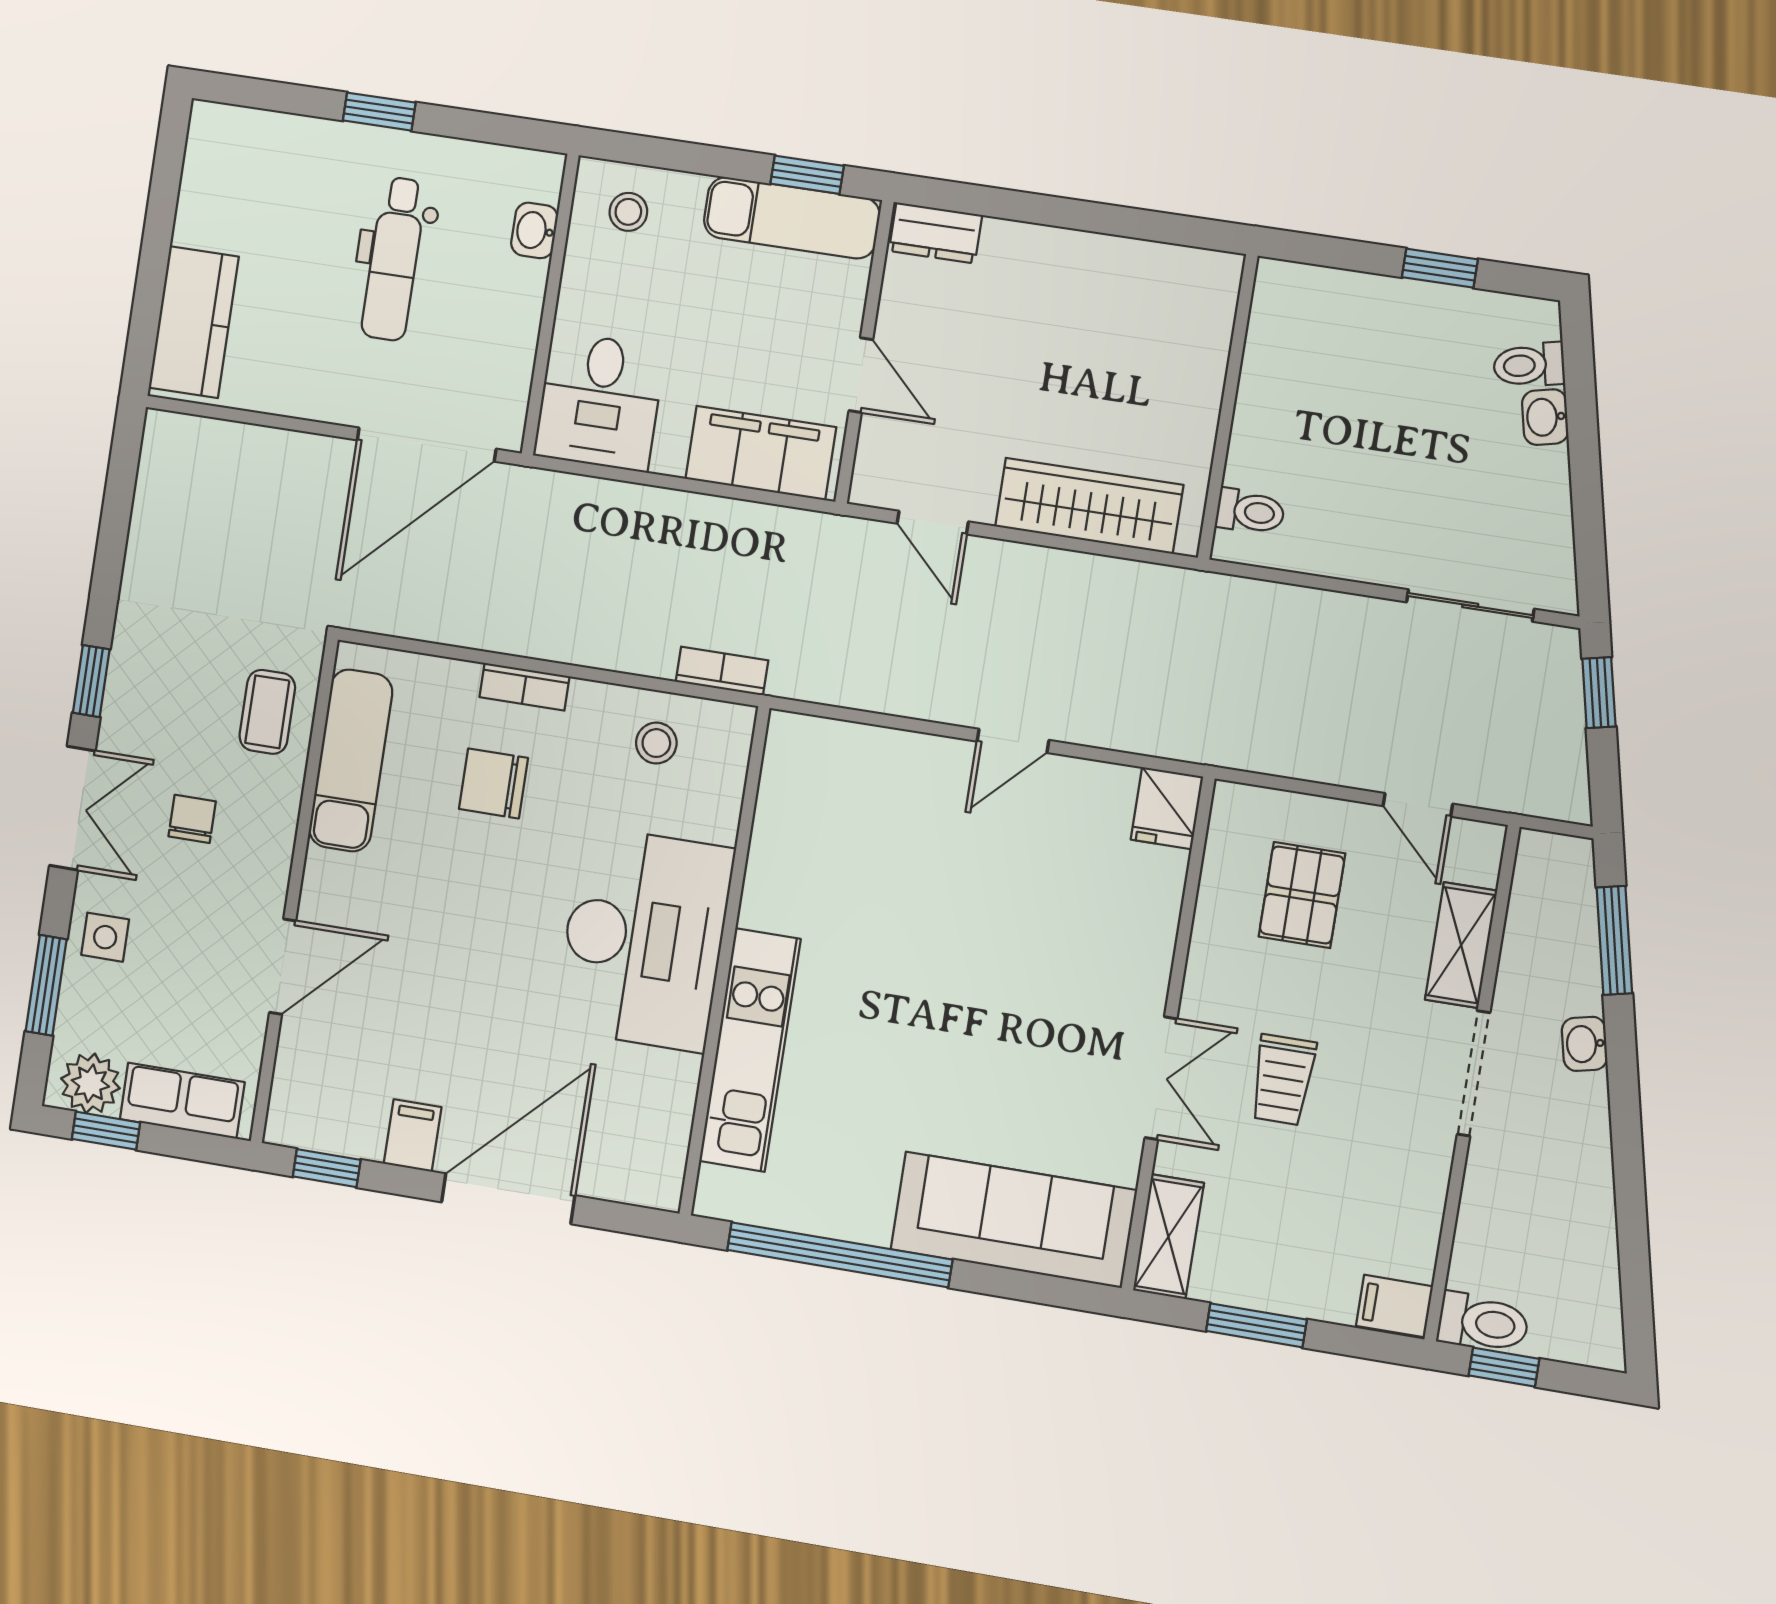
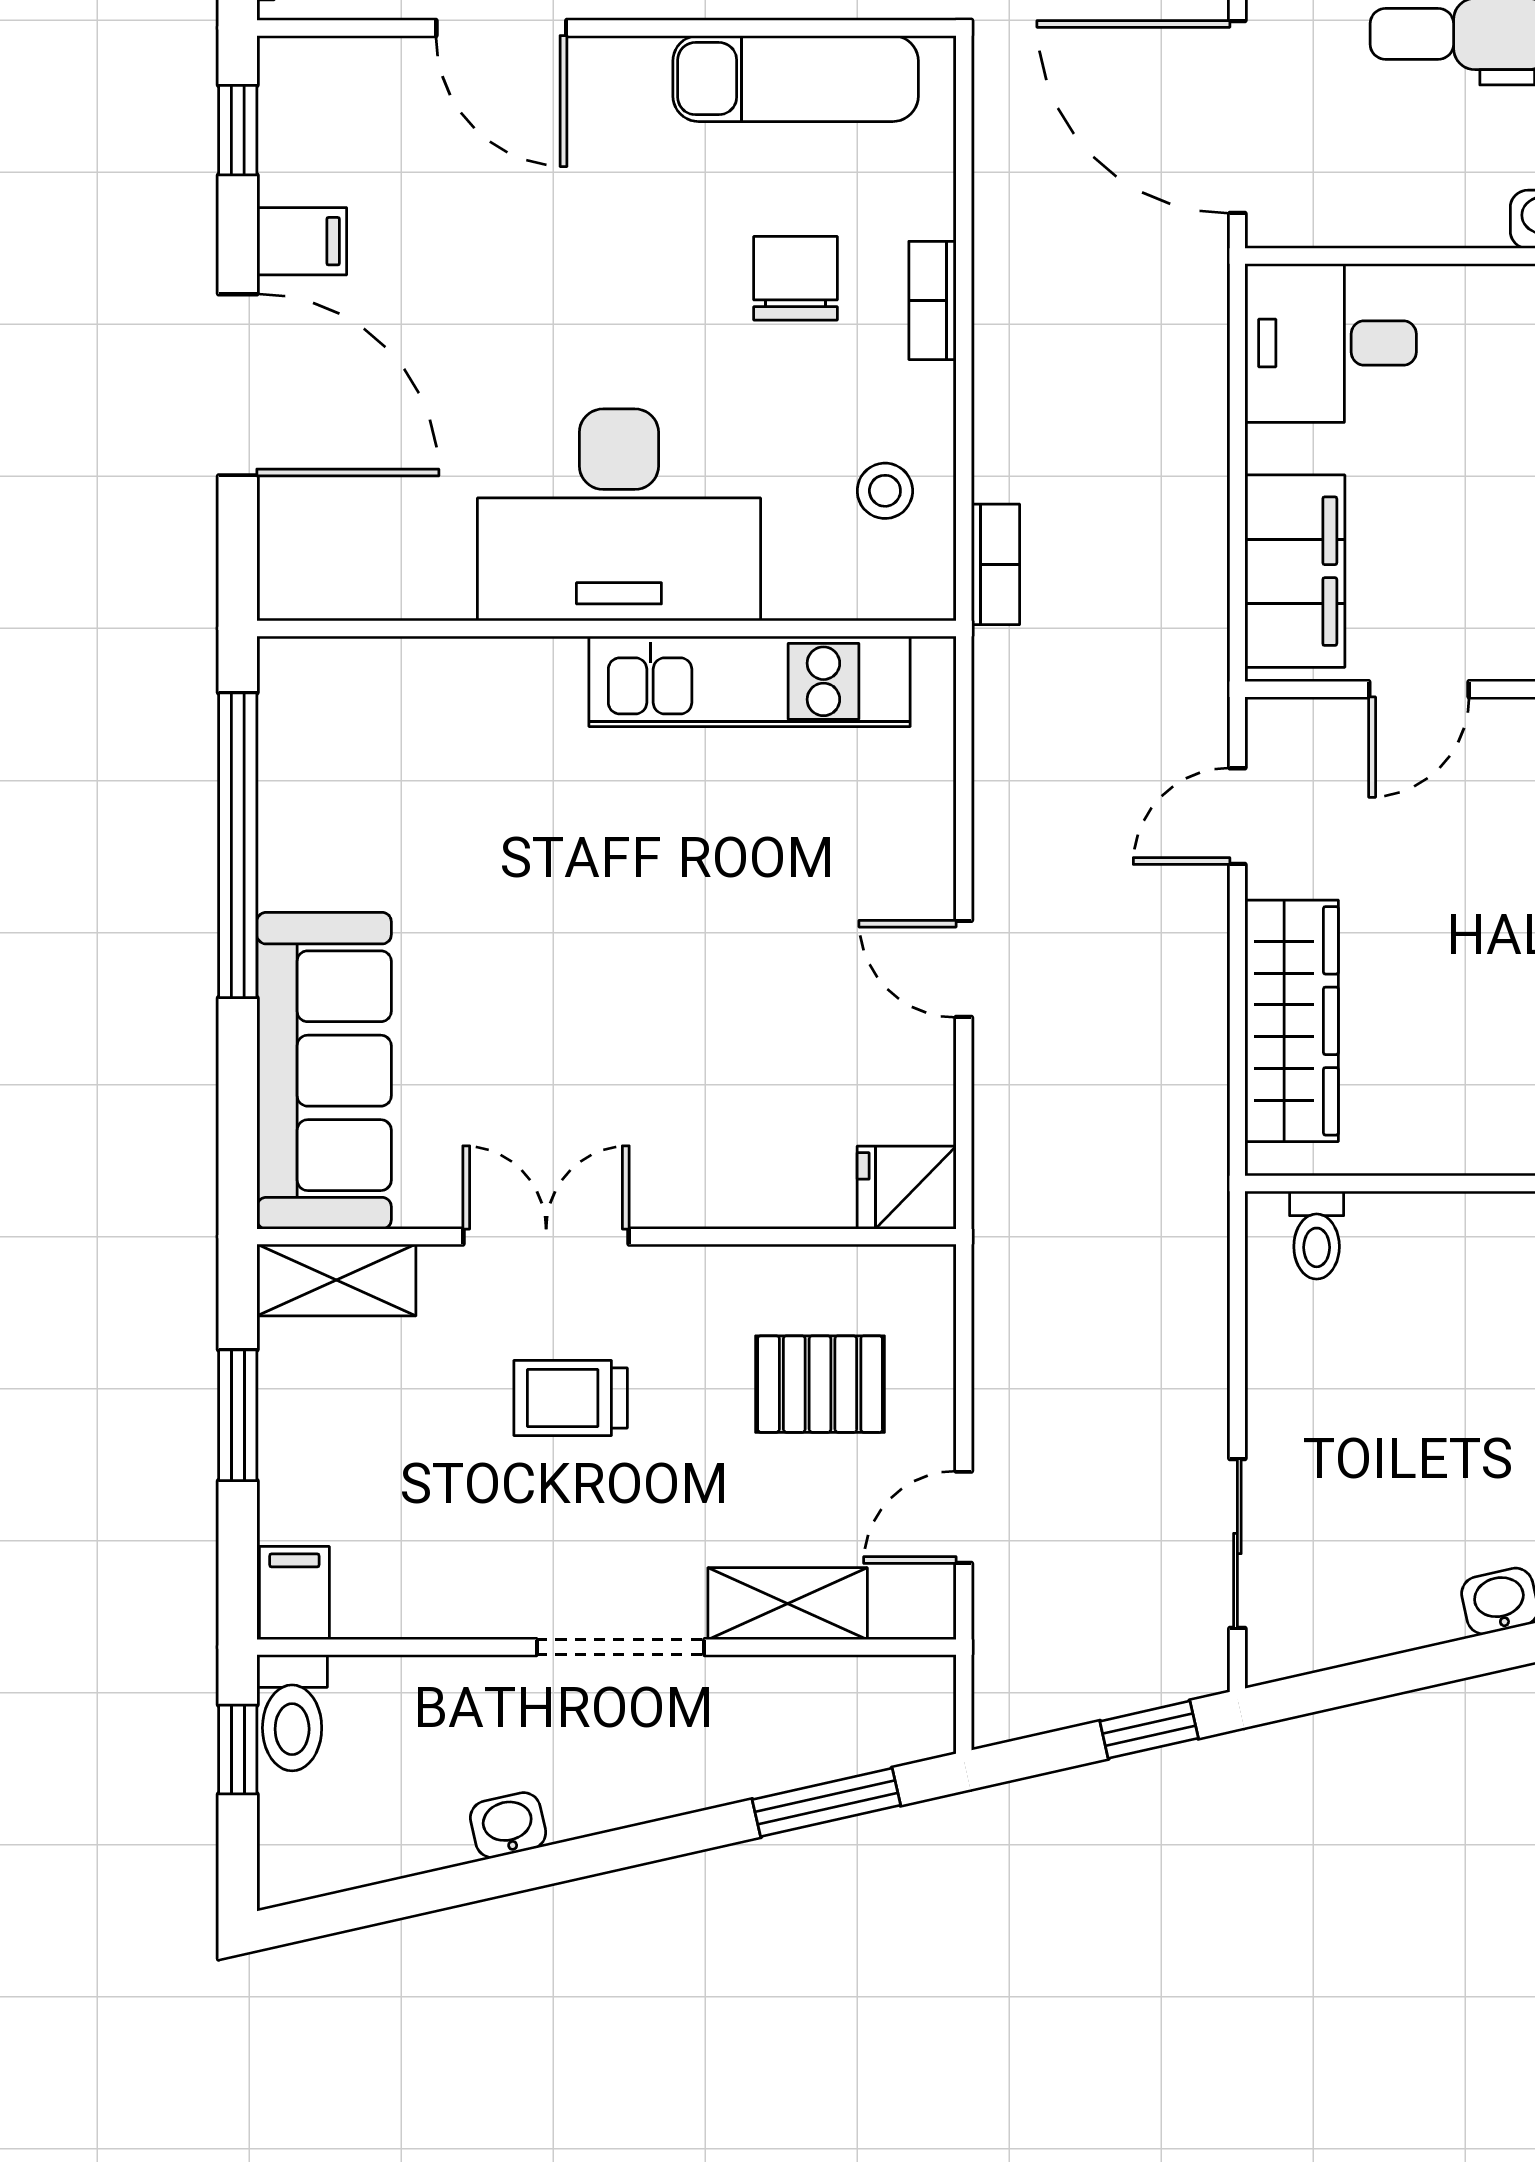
washbasin: (1585, 1044) -> (508, 1825), moved
kitchen unit: (750, 1050) -> (750, 681), moved
double door: (1161, 1078) -> (546, 1237), swing flipped

